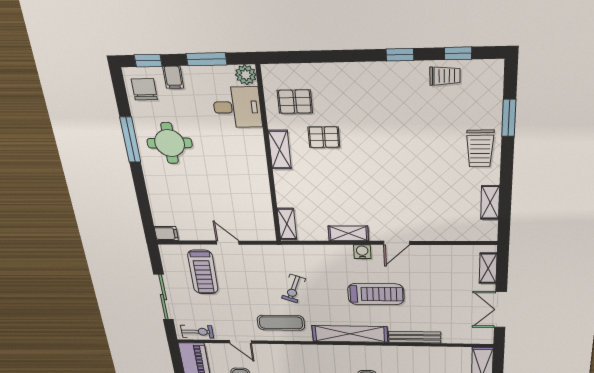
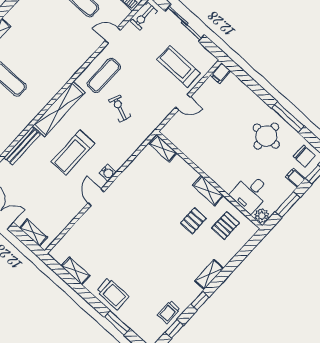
trolley: (480, 149) -> (113, 294), turned 180
shelving: (348, 233) -> (209, 275), moved

